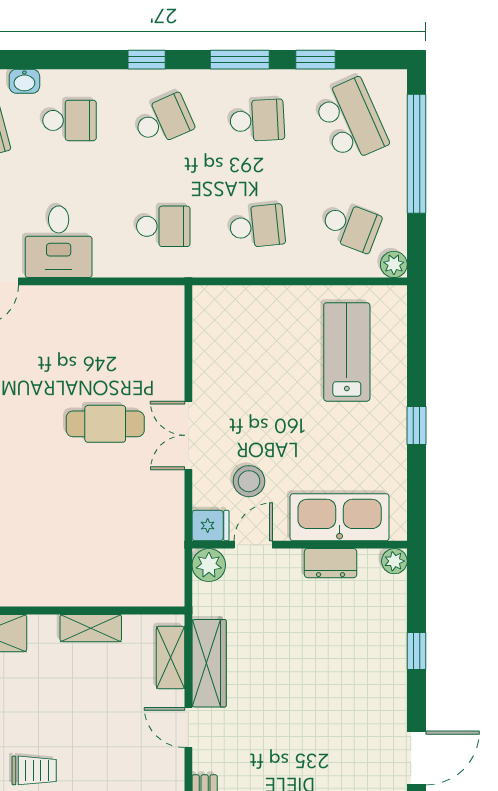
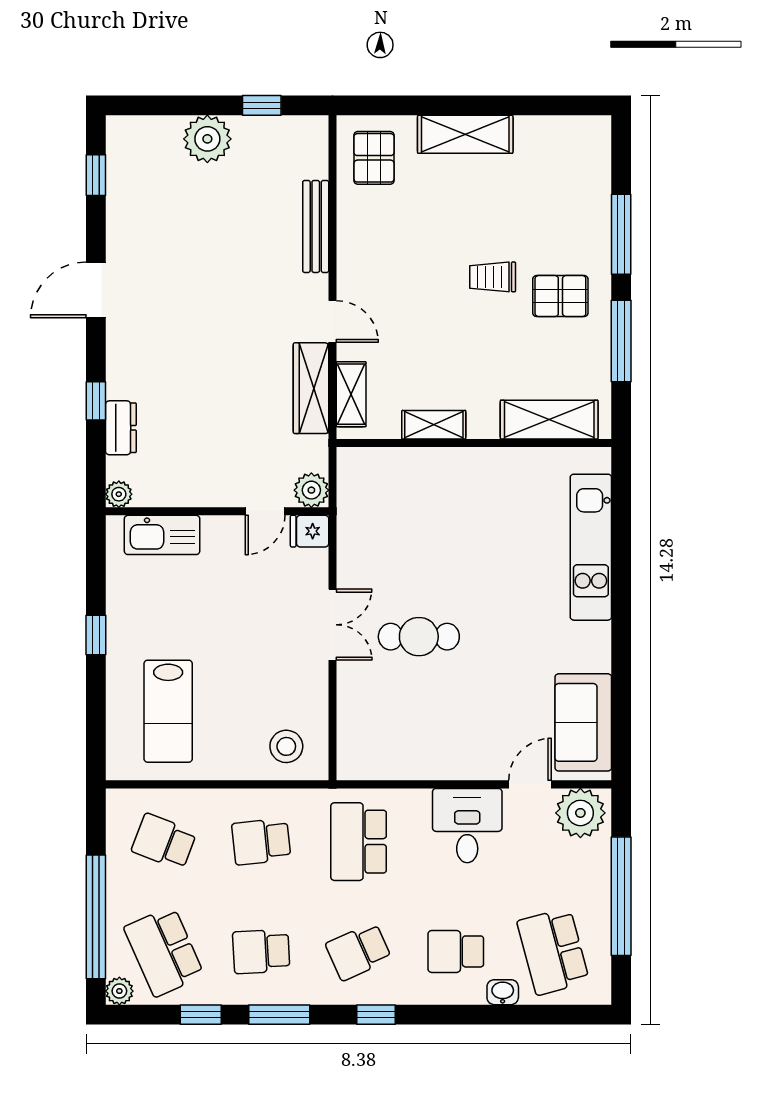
school desk: (163, 226) -> (359, 842), width x1.85
plant: (394, 264) -> (119, 991), moved
stool: (249, 481) -> (286, 746), moved
kitchen sink: (340, 517) -> (162, 535), width x0.73, depth x0.81
dresser: (331, 563) -> (121, 428), moved, turned 90

